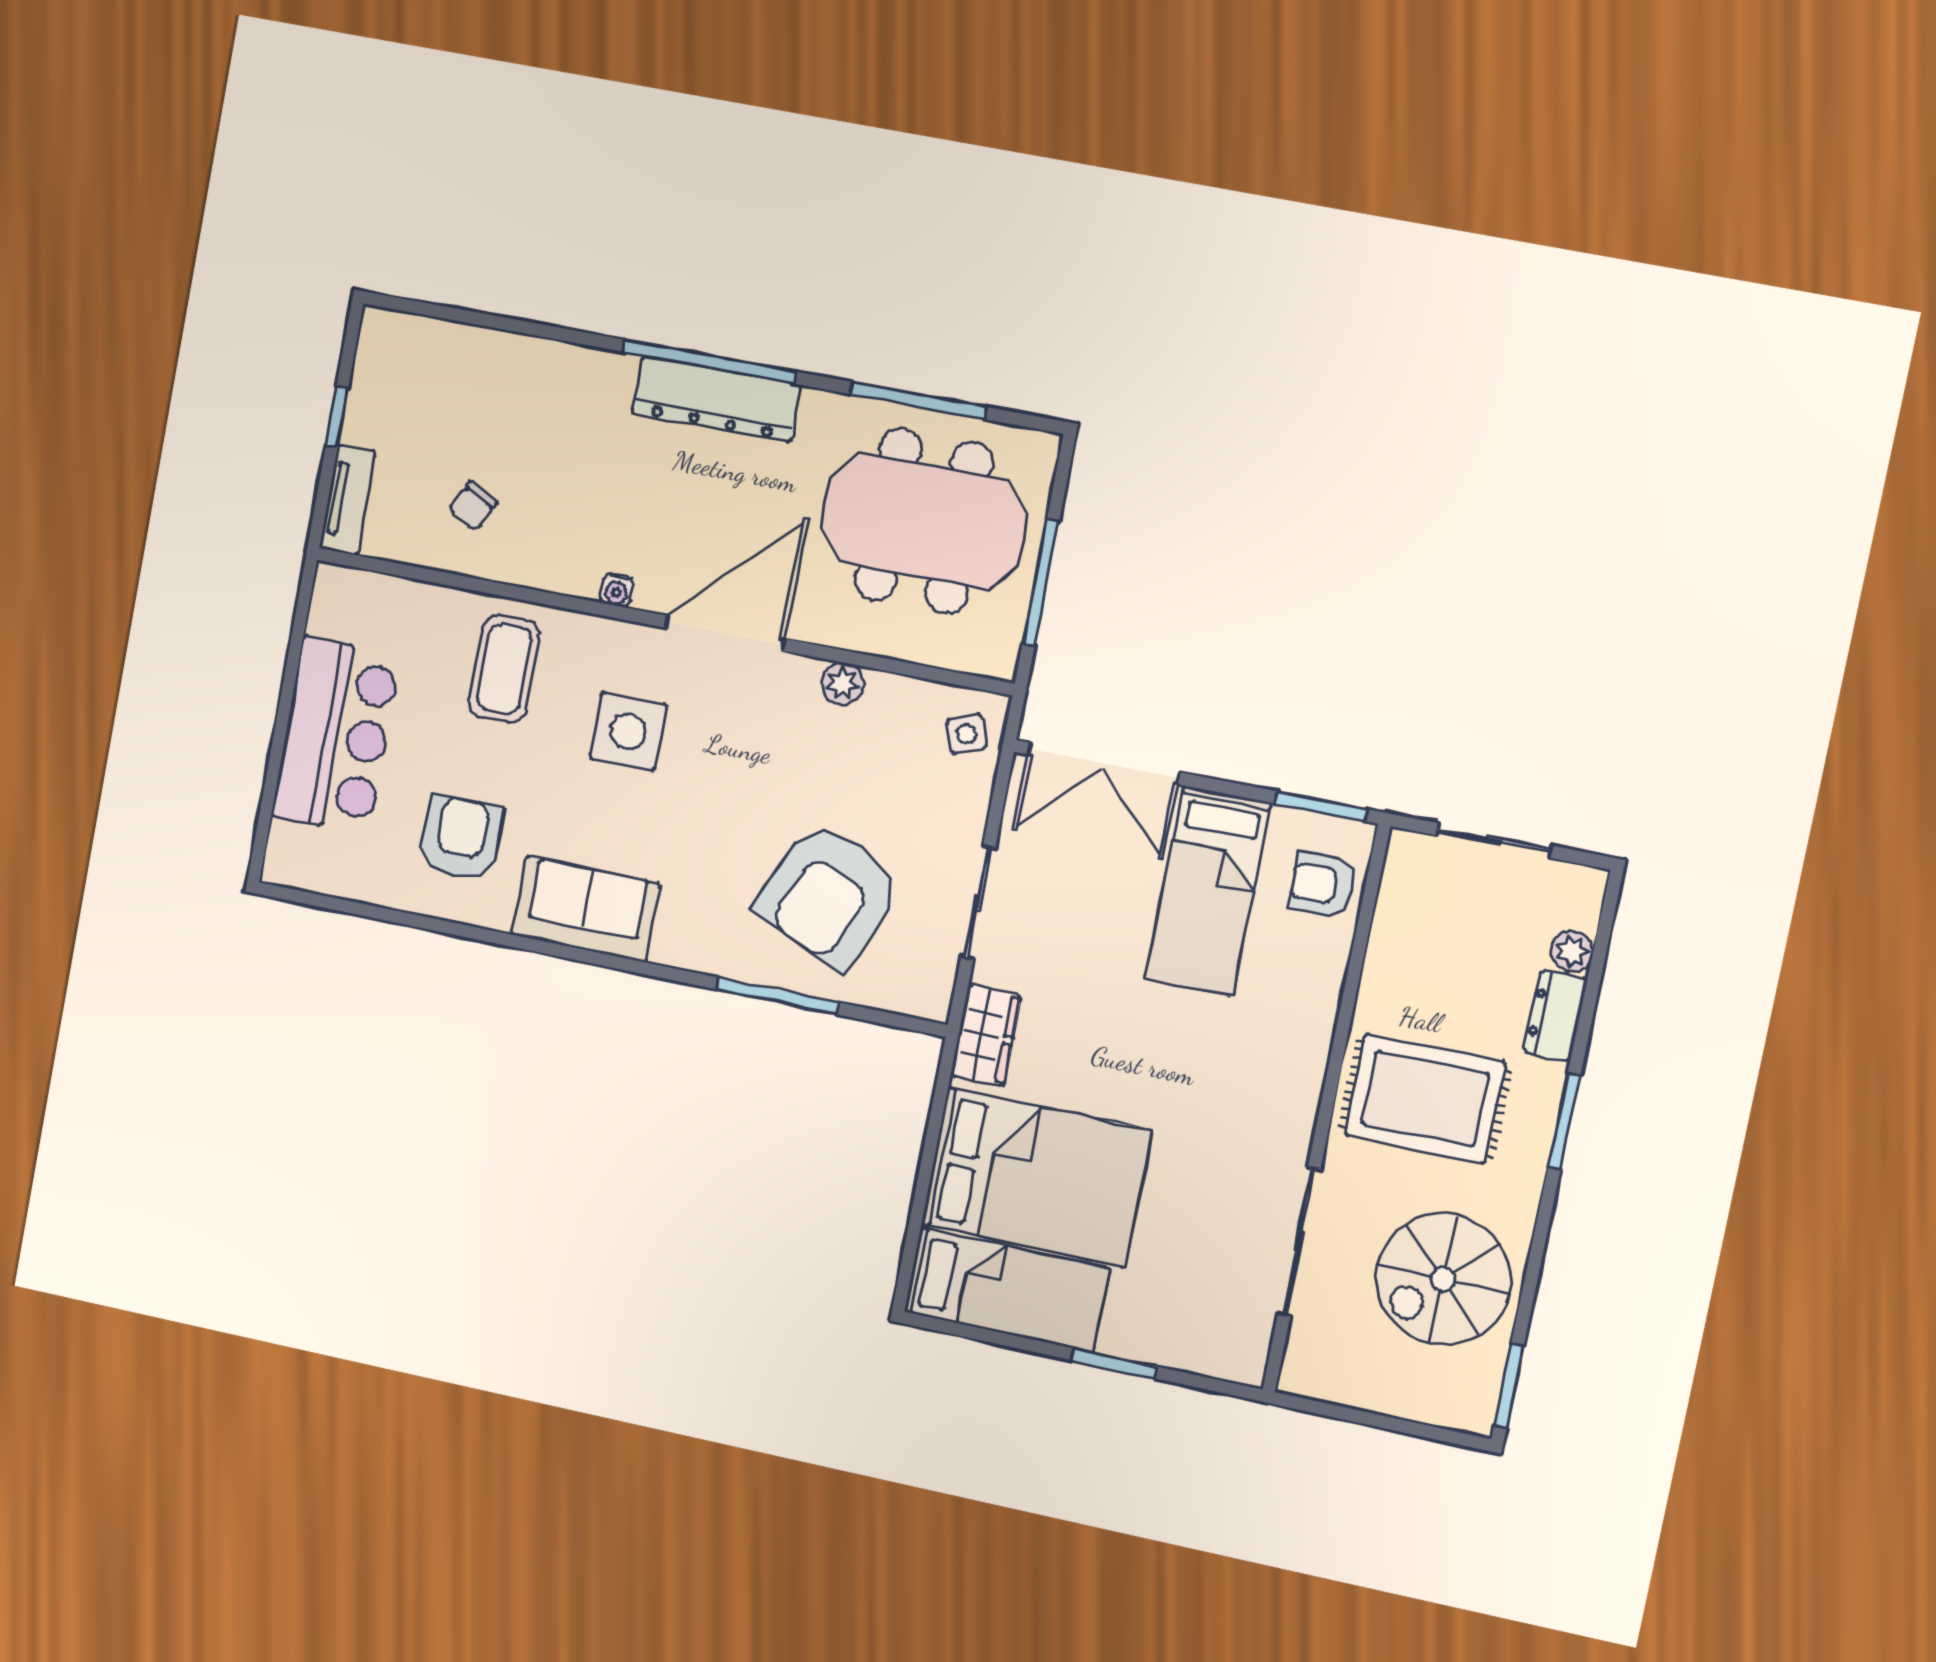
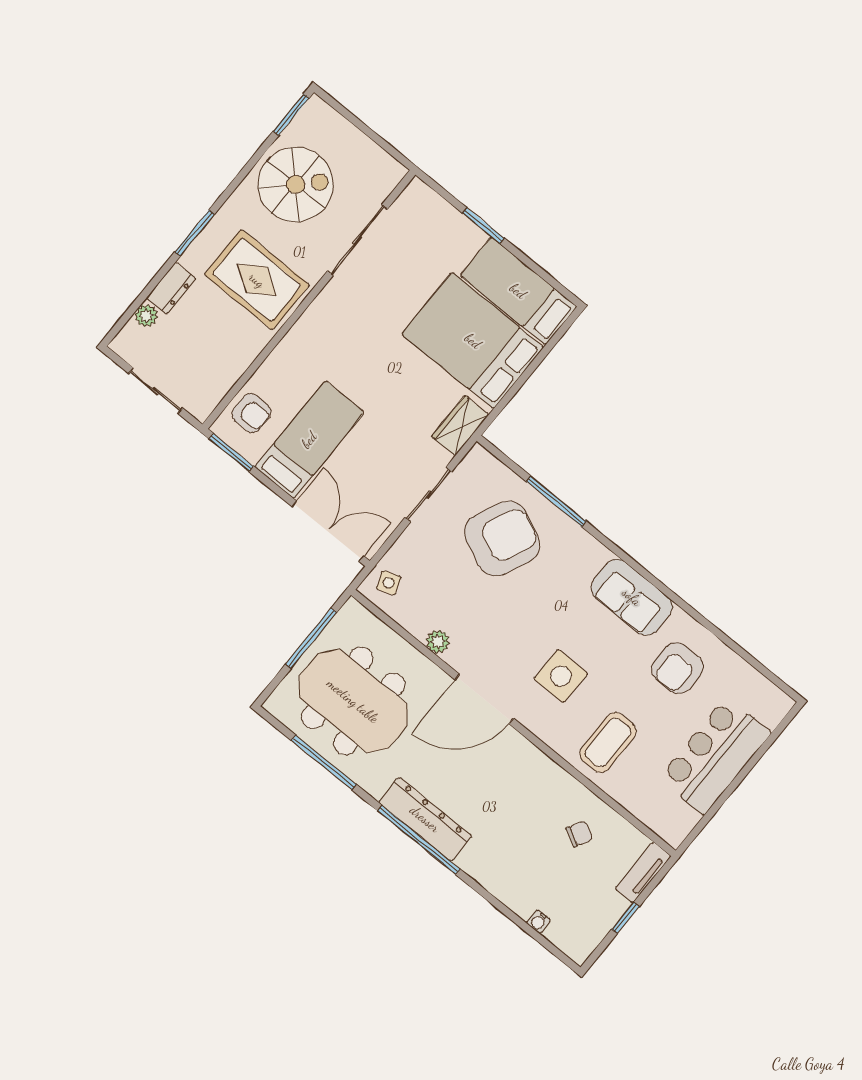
water cooler: (617, 590) -> (538, 922), moved, turned 180

